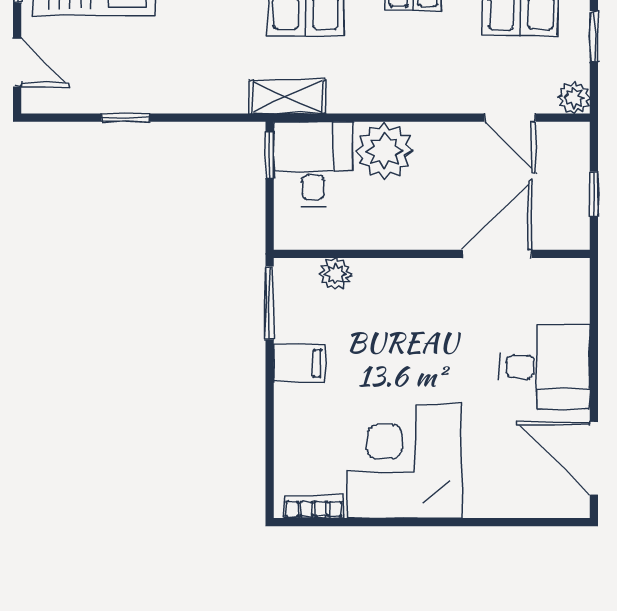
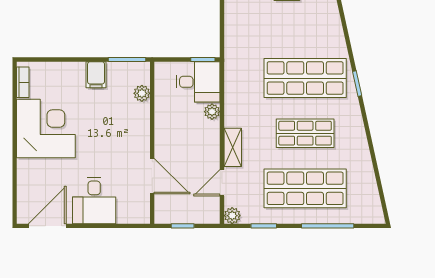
shelving: (288, 97) -> (233, 147), moved
plant: (385, 151) -> (212, 112), width x0.53, depth x0.53

